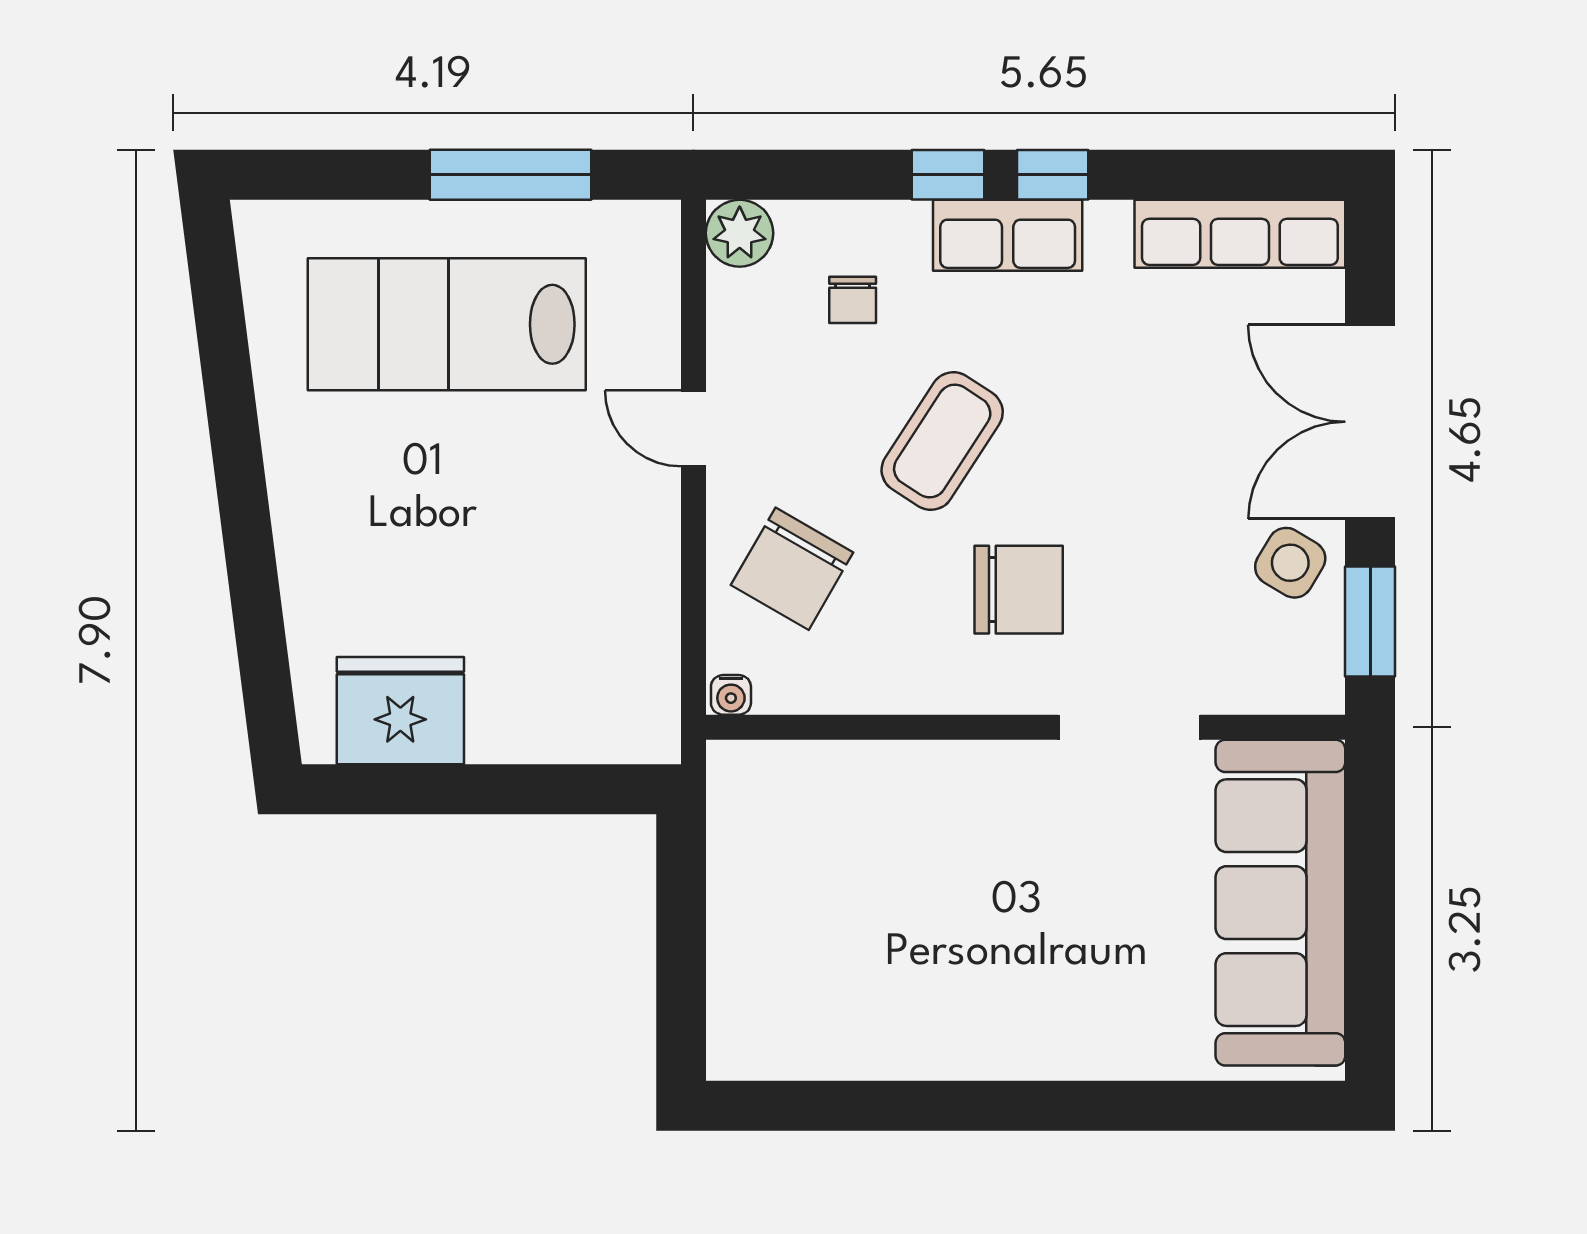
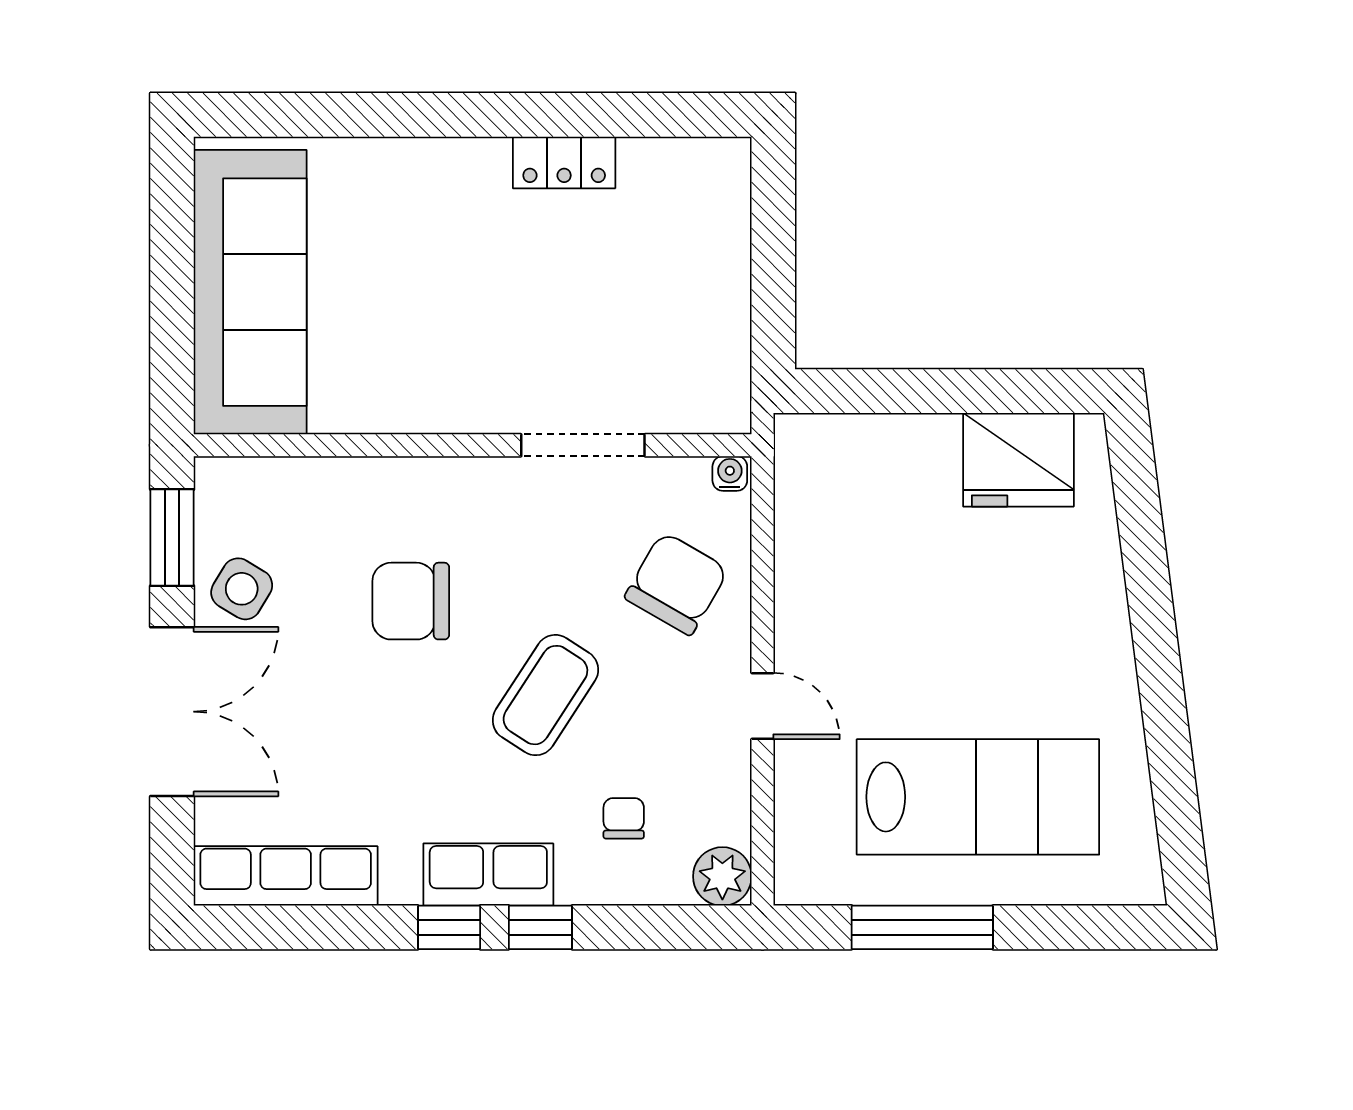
chair: (1019, 590) -> (411, 601), moved
doorway: (1129, 727) -> (583, 445), moved
locker: (921, 1051) -> (564, 162), added

